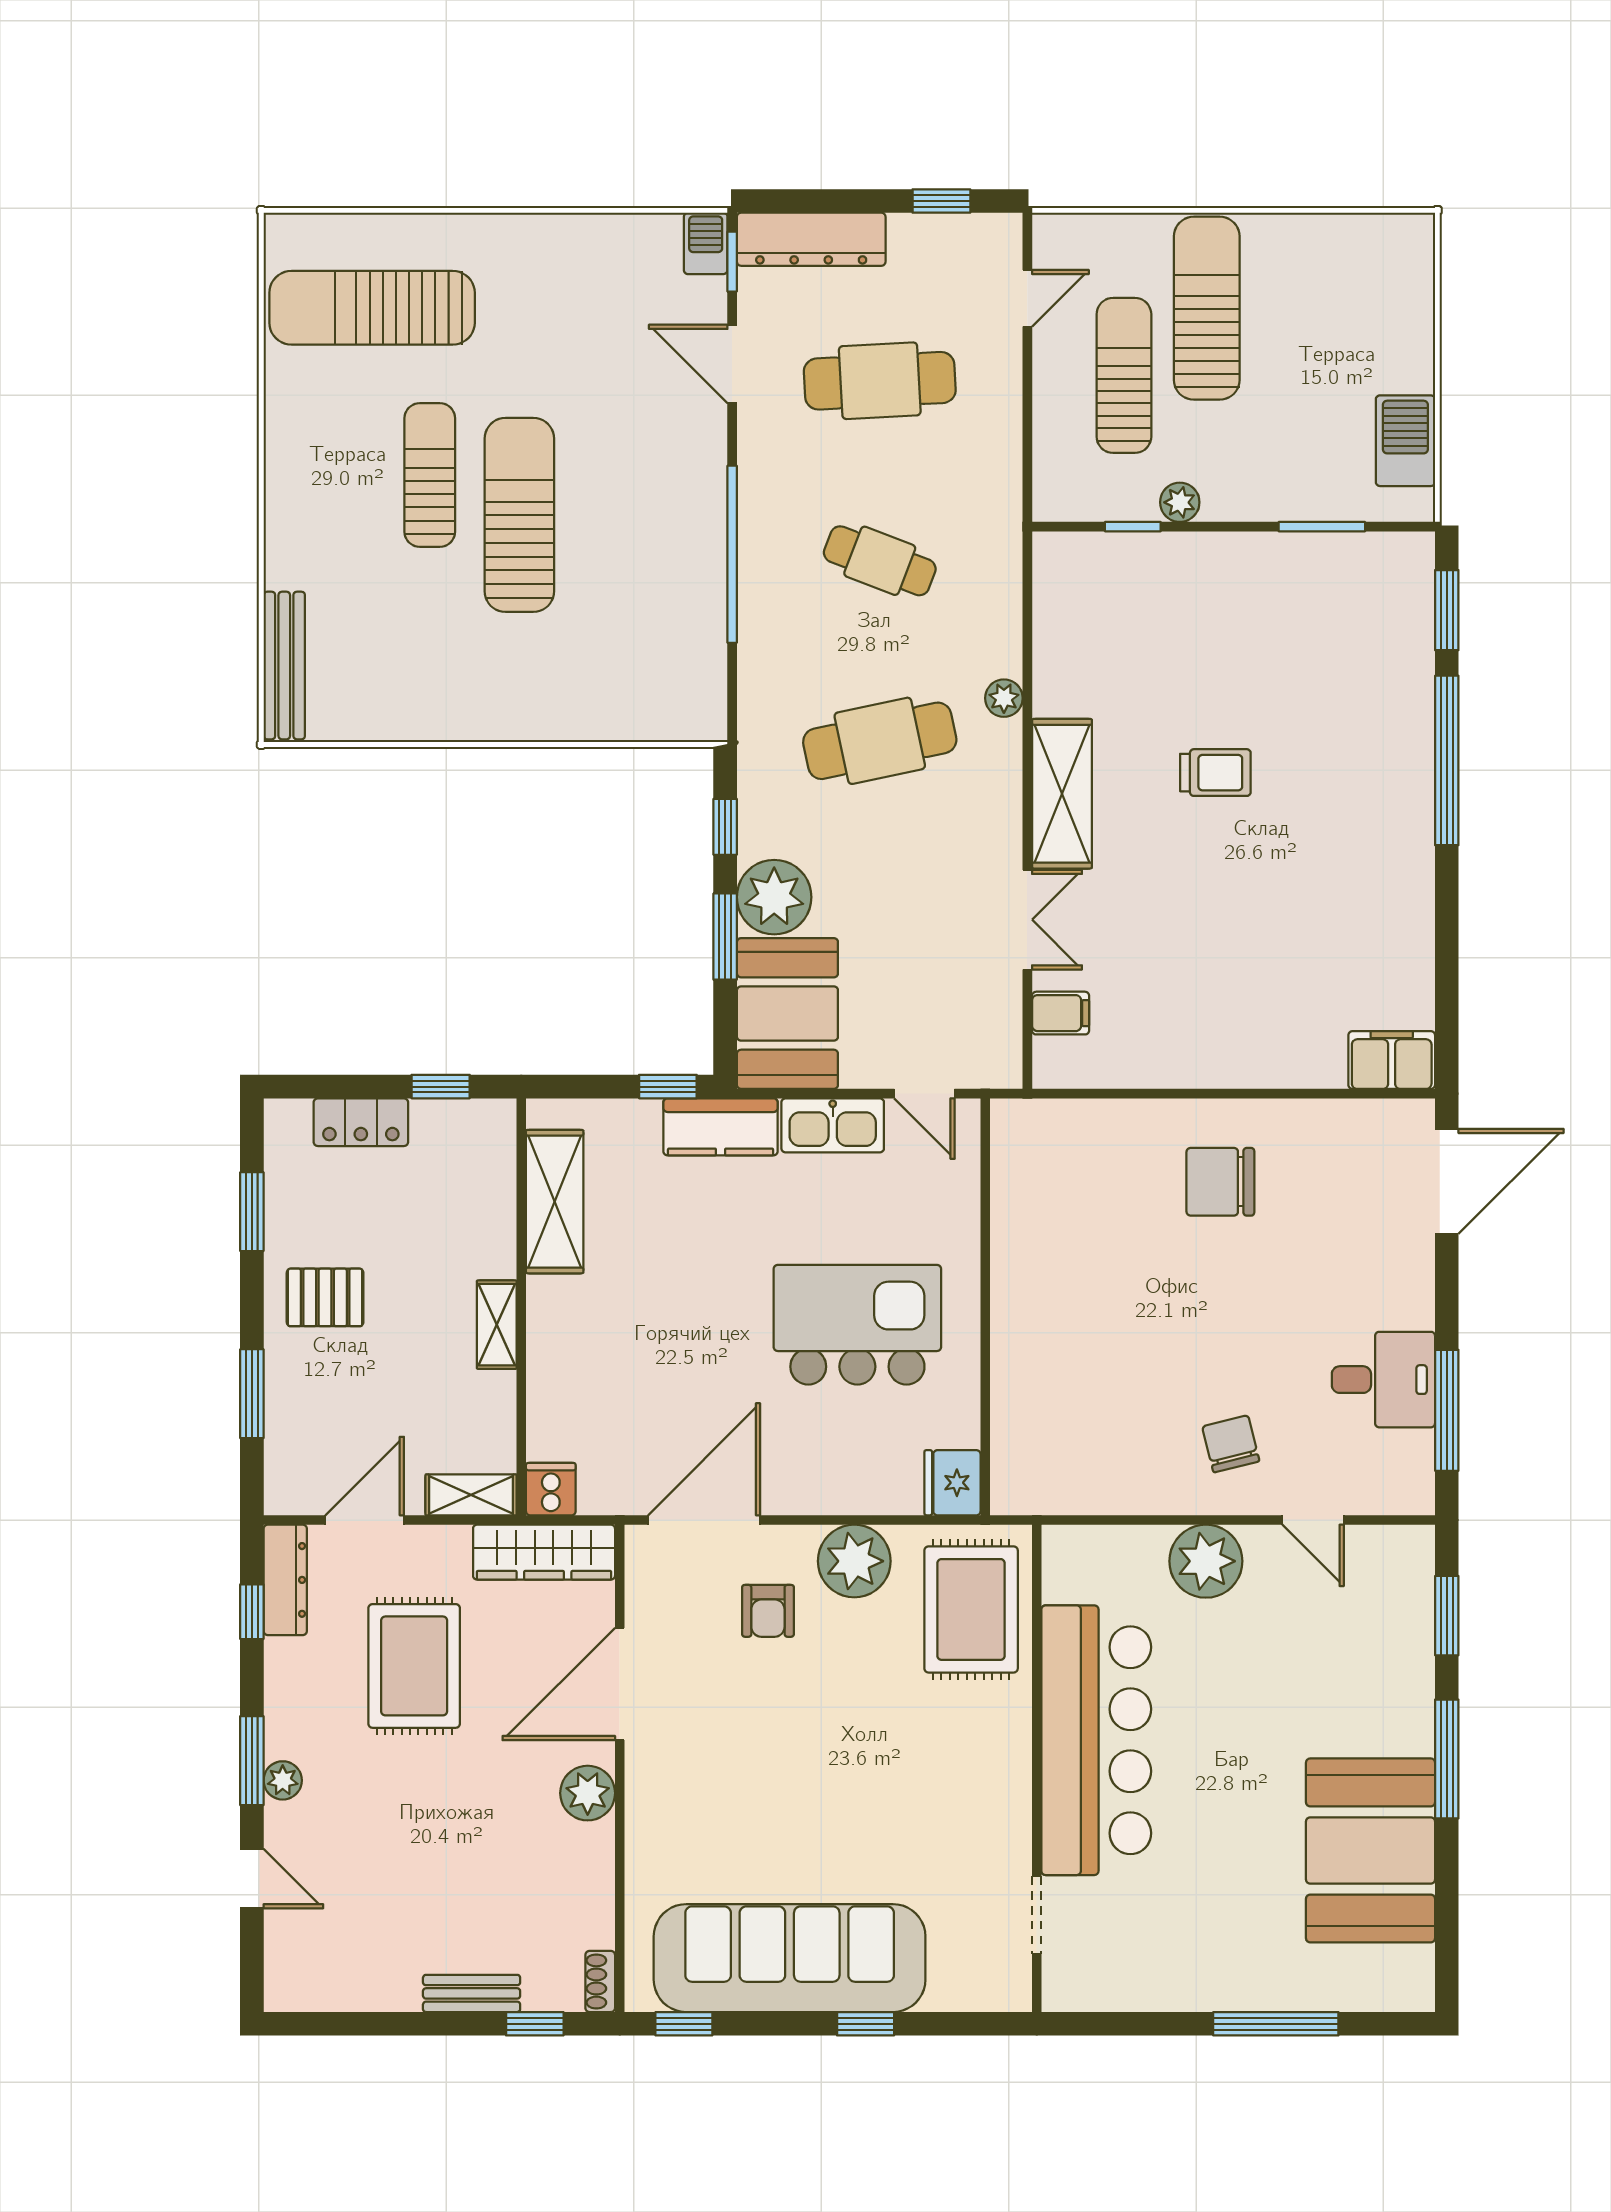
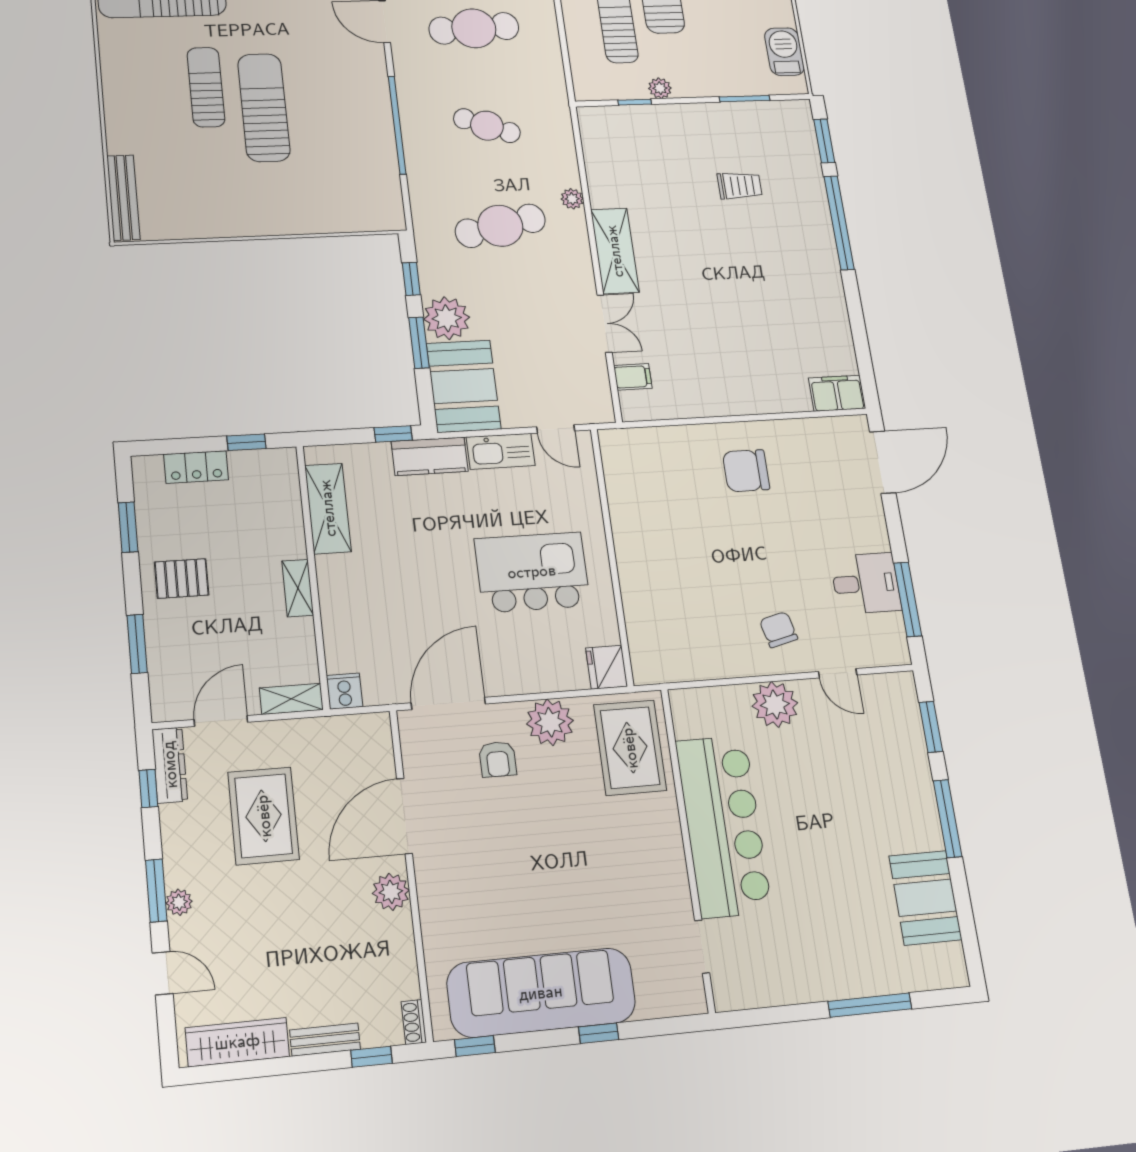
trolley: (1215, 773) -> (740, 186), moved
wardrobe: (544, 1552) -> (237, 1042), moved, turned 180
booth: (1371, 1850) -> (925, 898), width x0.73, depth x0.70

